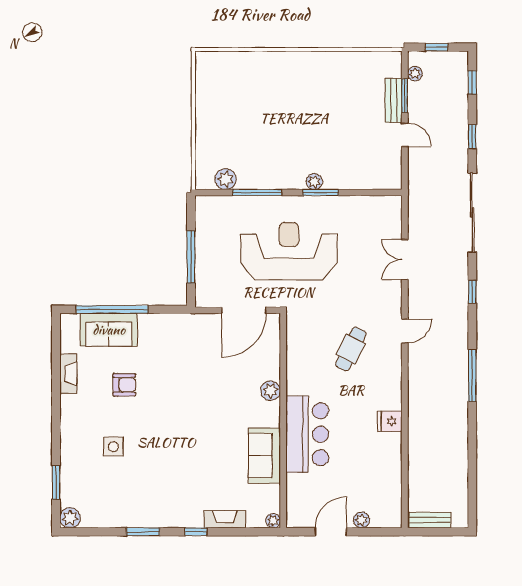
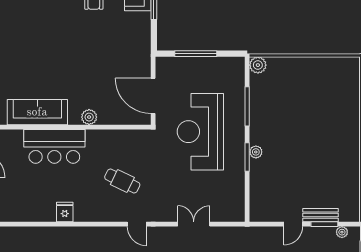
plant: (226, 179) -> (258, 65), moved
reception desk: (289, 251) -> (200, 132), turned 180
sofa: (264, 456) -> (37, 112), width x1.36

